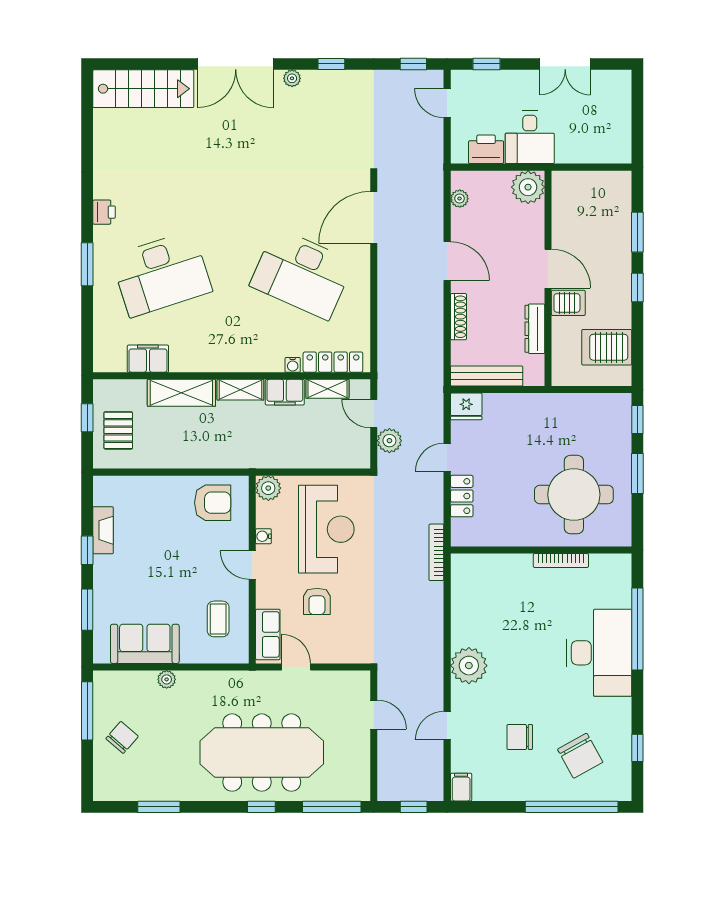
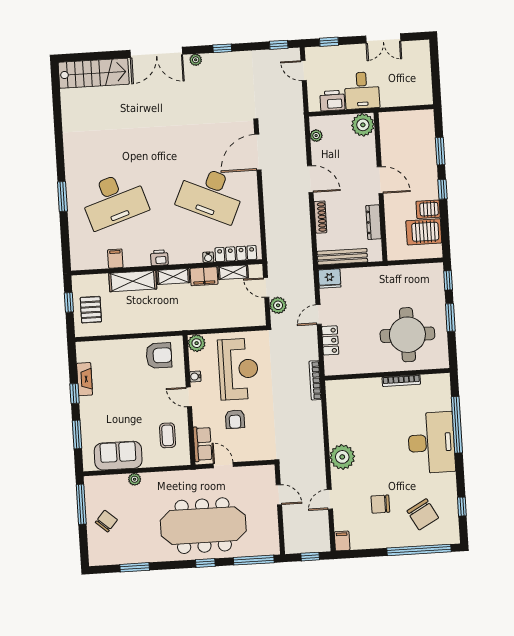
printer: (104, 212) -> (159, 258), moved, turned -90
server rack: (568, 303) -> (428, 209), moved, turned 180
filing cabinet: (148, 359) -> (115, 259), width x0.50

